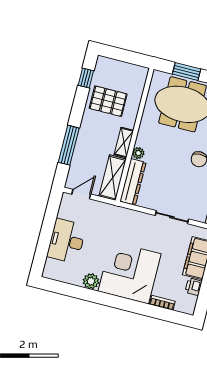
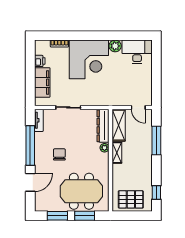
pallet: (108, 101) -> (131, 199), moved
door: (81, 194) -> (138, 107), hinge flipped
desk: (67, 241) -> (137, 52), moved, turned -90

